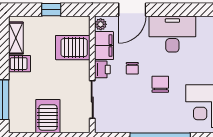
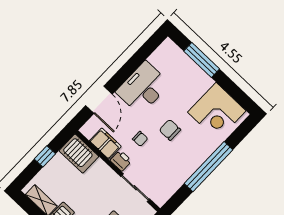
plant: (101, 24) -> (88, 132), removed
server rack: (73, 48) -> (79, 154), moved, turned -90

